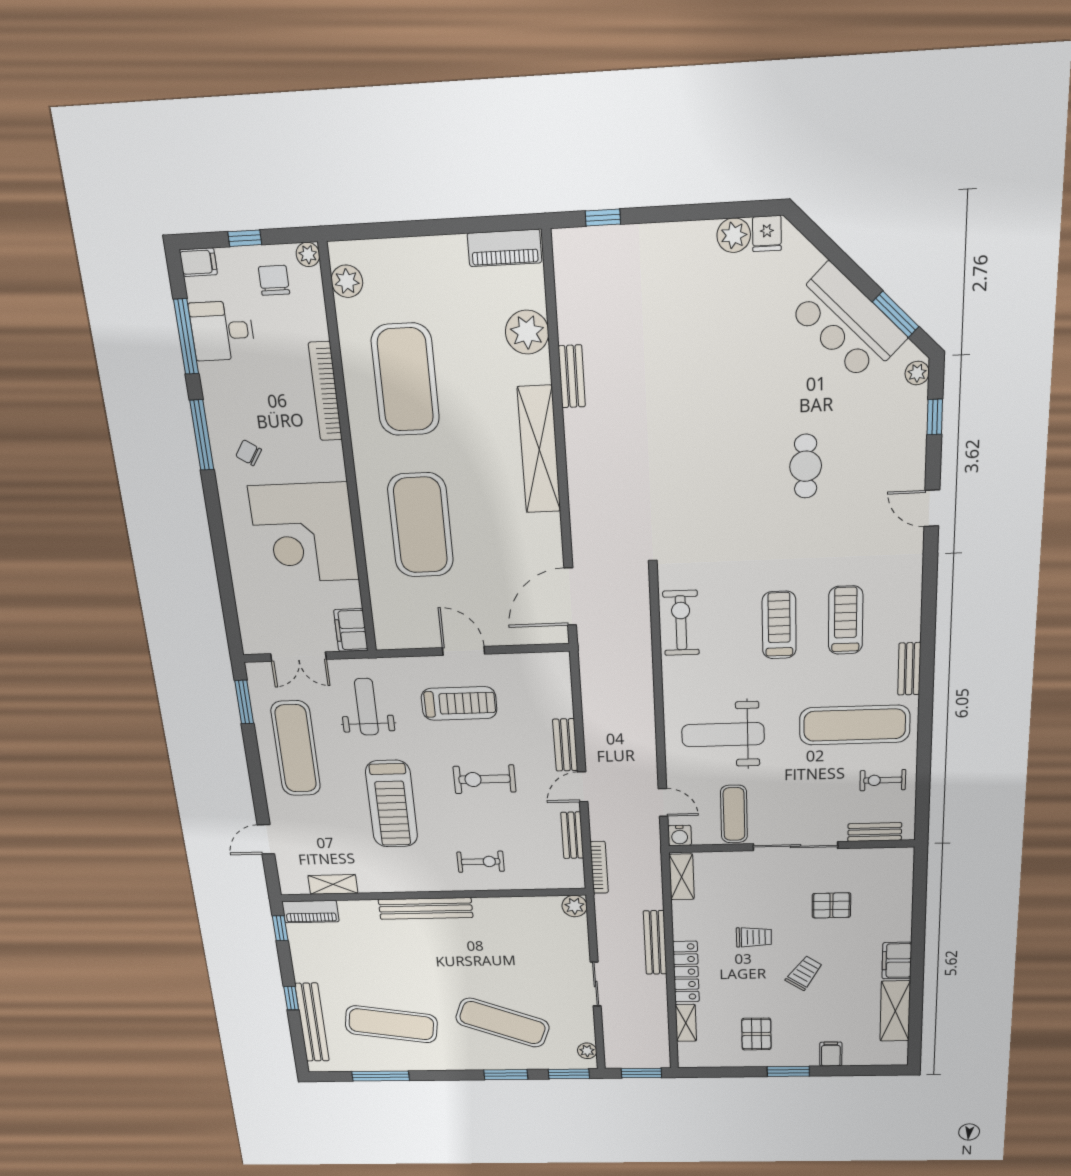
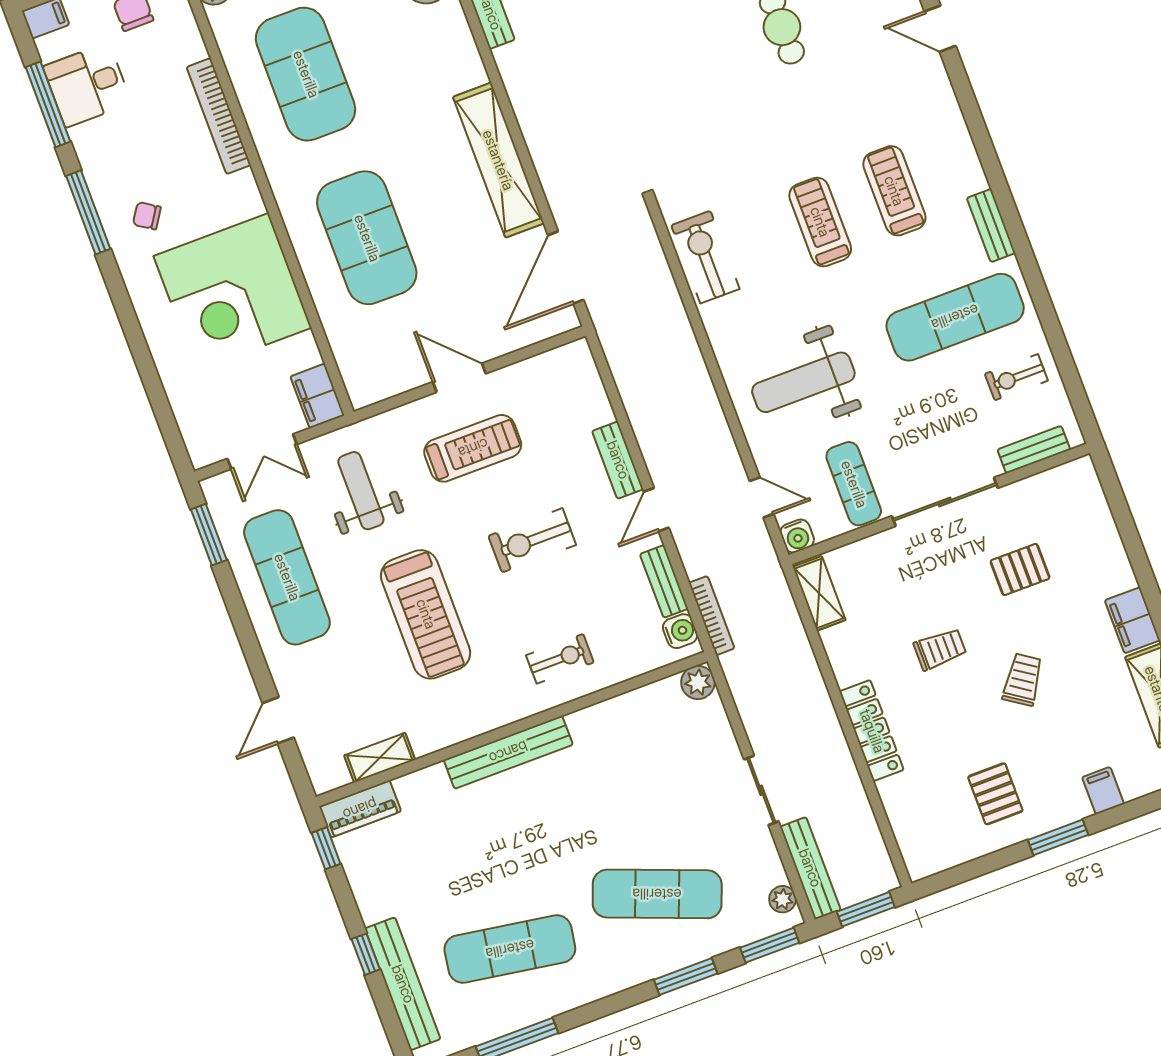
shelving: (539, 450) -> (498, 160), moved
water cooler: (573, 870) -> (680, 631), added
bench: (655, 943) -> (810, 868), moved
shelving: (686, 1023) -> (898, 809), removed

